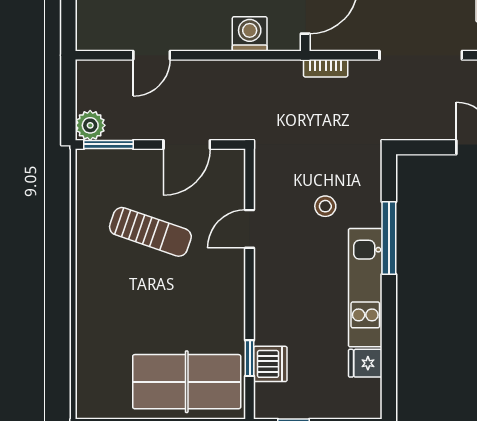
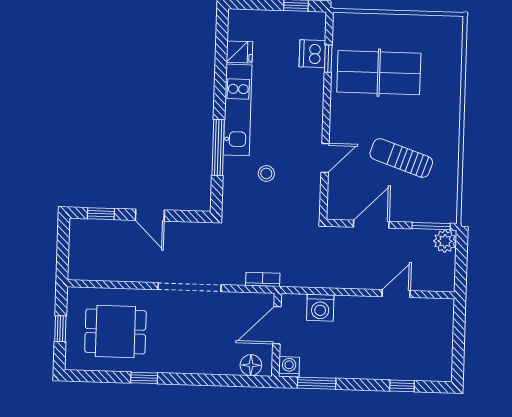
table tennis table: (187, 382) -> (379, 73), moved

